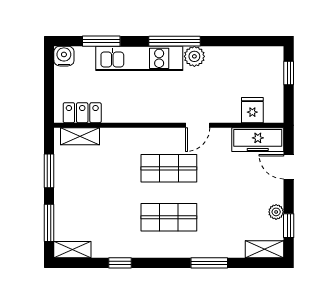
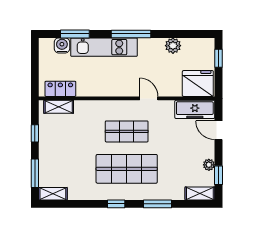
water cooler: (64, 56) -> (62, 45), moved
plant: (194, 56) -> (173, 46), moved
fridge: (252, 110) -> (198, 84), width x1.88, depth x1.34
door: (198, 125) -> (149, 98), swing flipped
window: (49, 171) -> (35, 133), width x0.67
shop shelf: (169, 217) -> (127, 169), width x1.43, depth x1.36
window: (120, 263) -> (116, 204), moved

